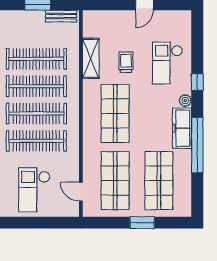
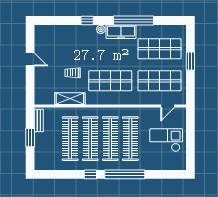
checkout: (168, 63) -> (73, 42), removed
checkout: (34, 190) -> (166, 140), turned 180

